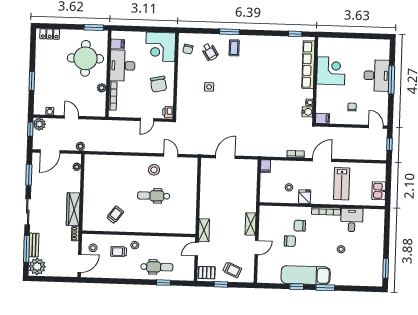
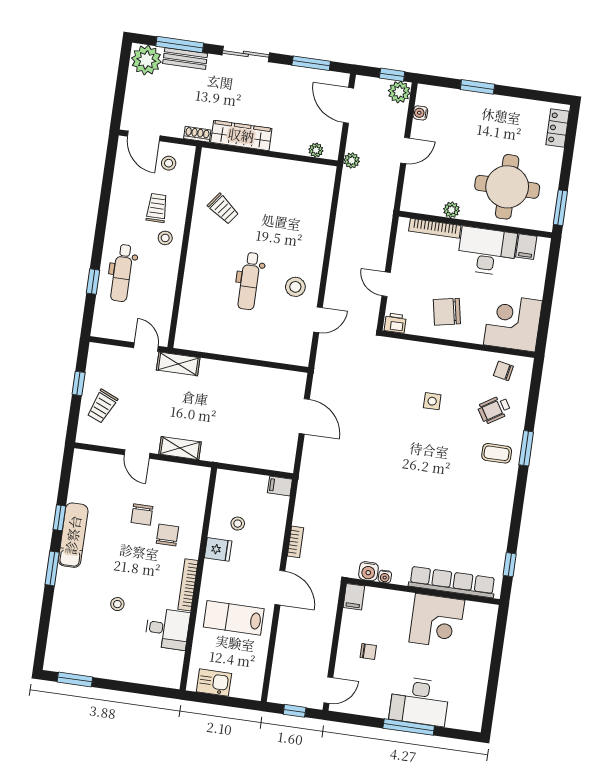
dental chair: (154, 196) -> (249, 281), turned 180
pallet: (207, 273) -> (102, 360), removed
exam couch: (306, 275) -> (73, 535), width x0.73, depth x0.69

